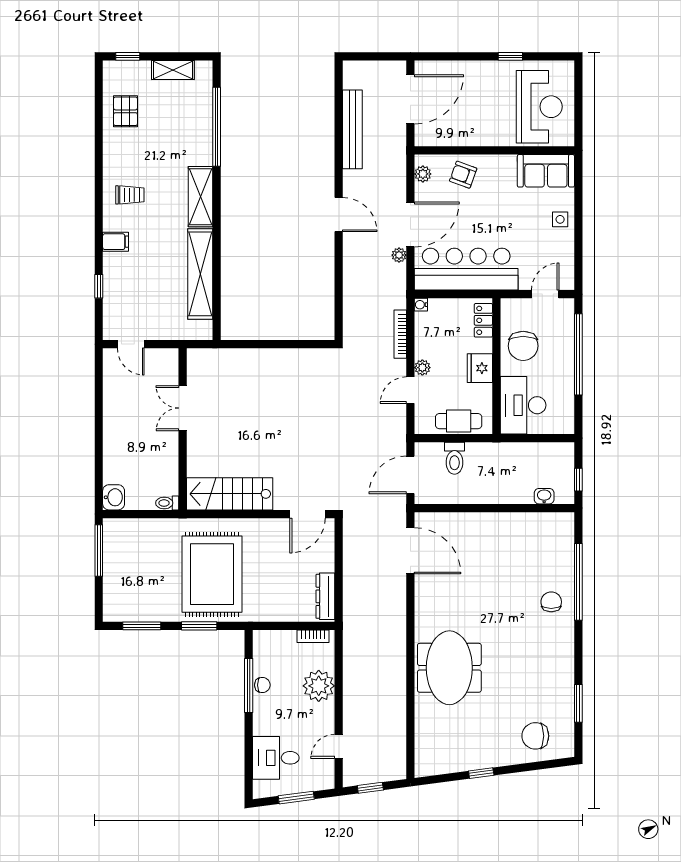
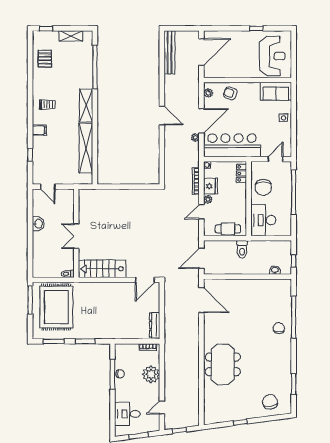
bench: (352, 129) -> (169, 52), moved
fridge: (480, 368) -> (210, 186), moved, turned 180
double door: (183, 408) -> (76, 236), moved
toilet: (454, 458) -> (242, 249), moved
washbasin: (114, 497) -> (38, 224), moved
rug: (212, 574) -> (56, 307), moved
chair: (535, 736) -> (270, 402), turned 81

